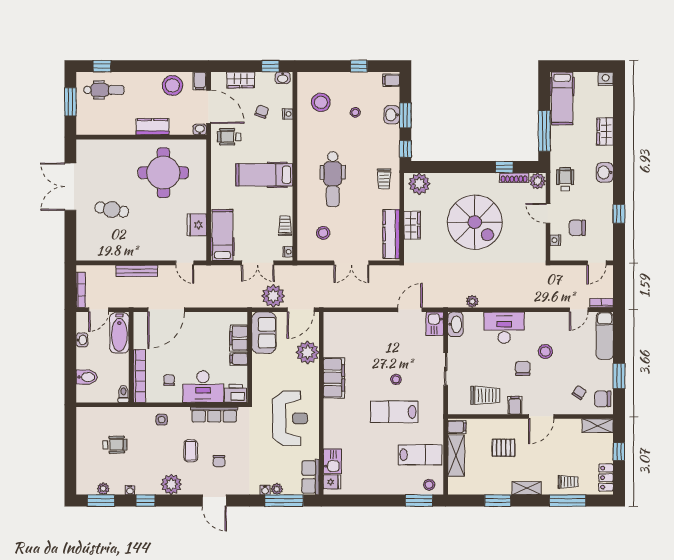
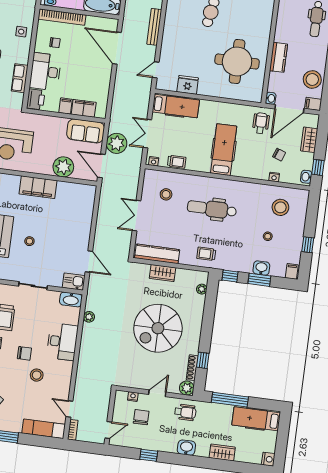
plant: (419, 184) -> (202, 289), width x0.53, depth x0.53
door: (597, 263) -> (108, 430), swing flipped
row of seats: (214, 415) -> (20, 78), width x0.68

